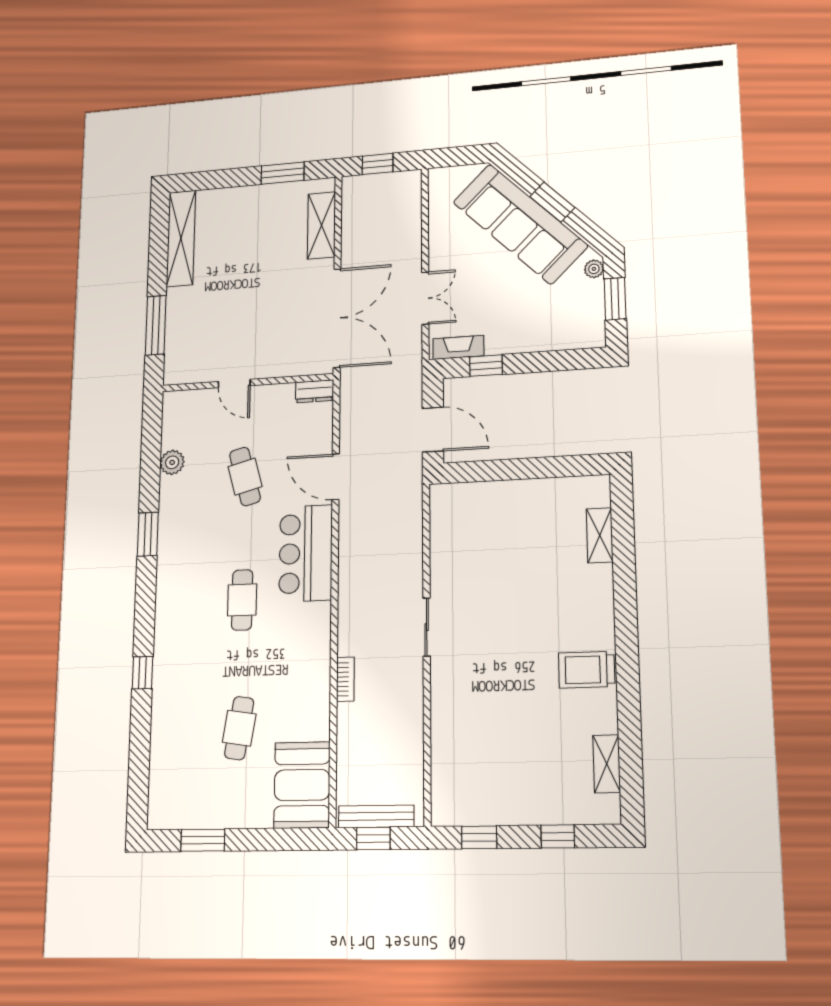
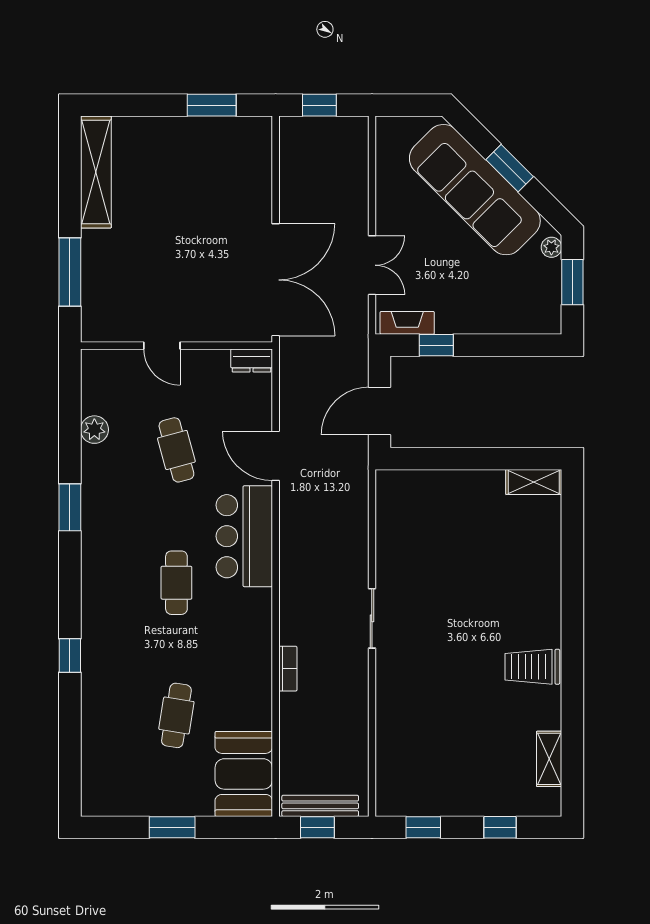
shelving: (322, 225) -> (257, 171), removed
door: (433, 430) -> (379, 411), swing flipped
shelving: (600, 535) -> (534, 482), moved, turned 90
window: (203, 840) -> (172, 827), moved

